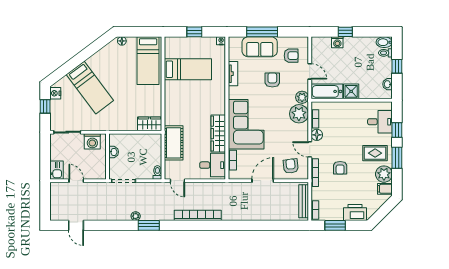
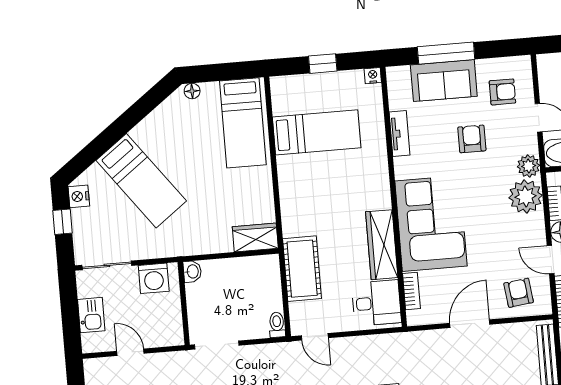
washbasin: (114, 152) -> (192, 271), moved
kitchen sink: (56, 170) -> (91, 315), moved

